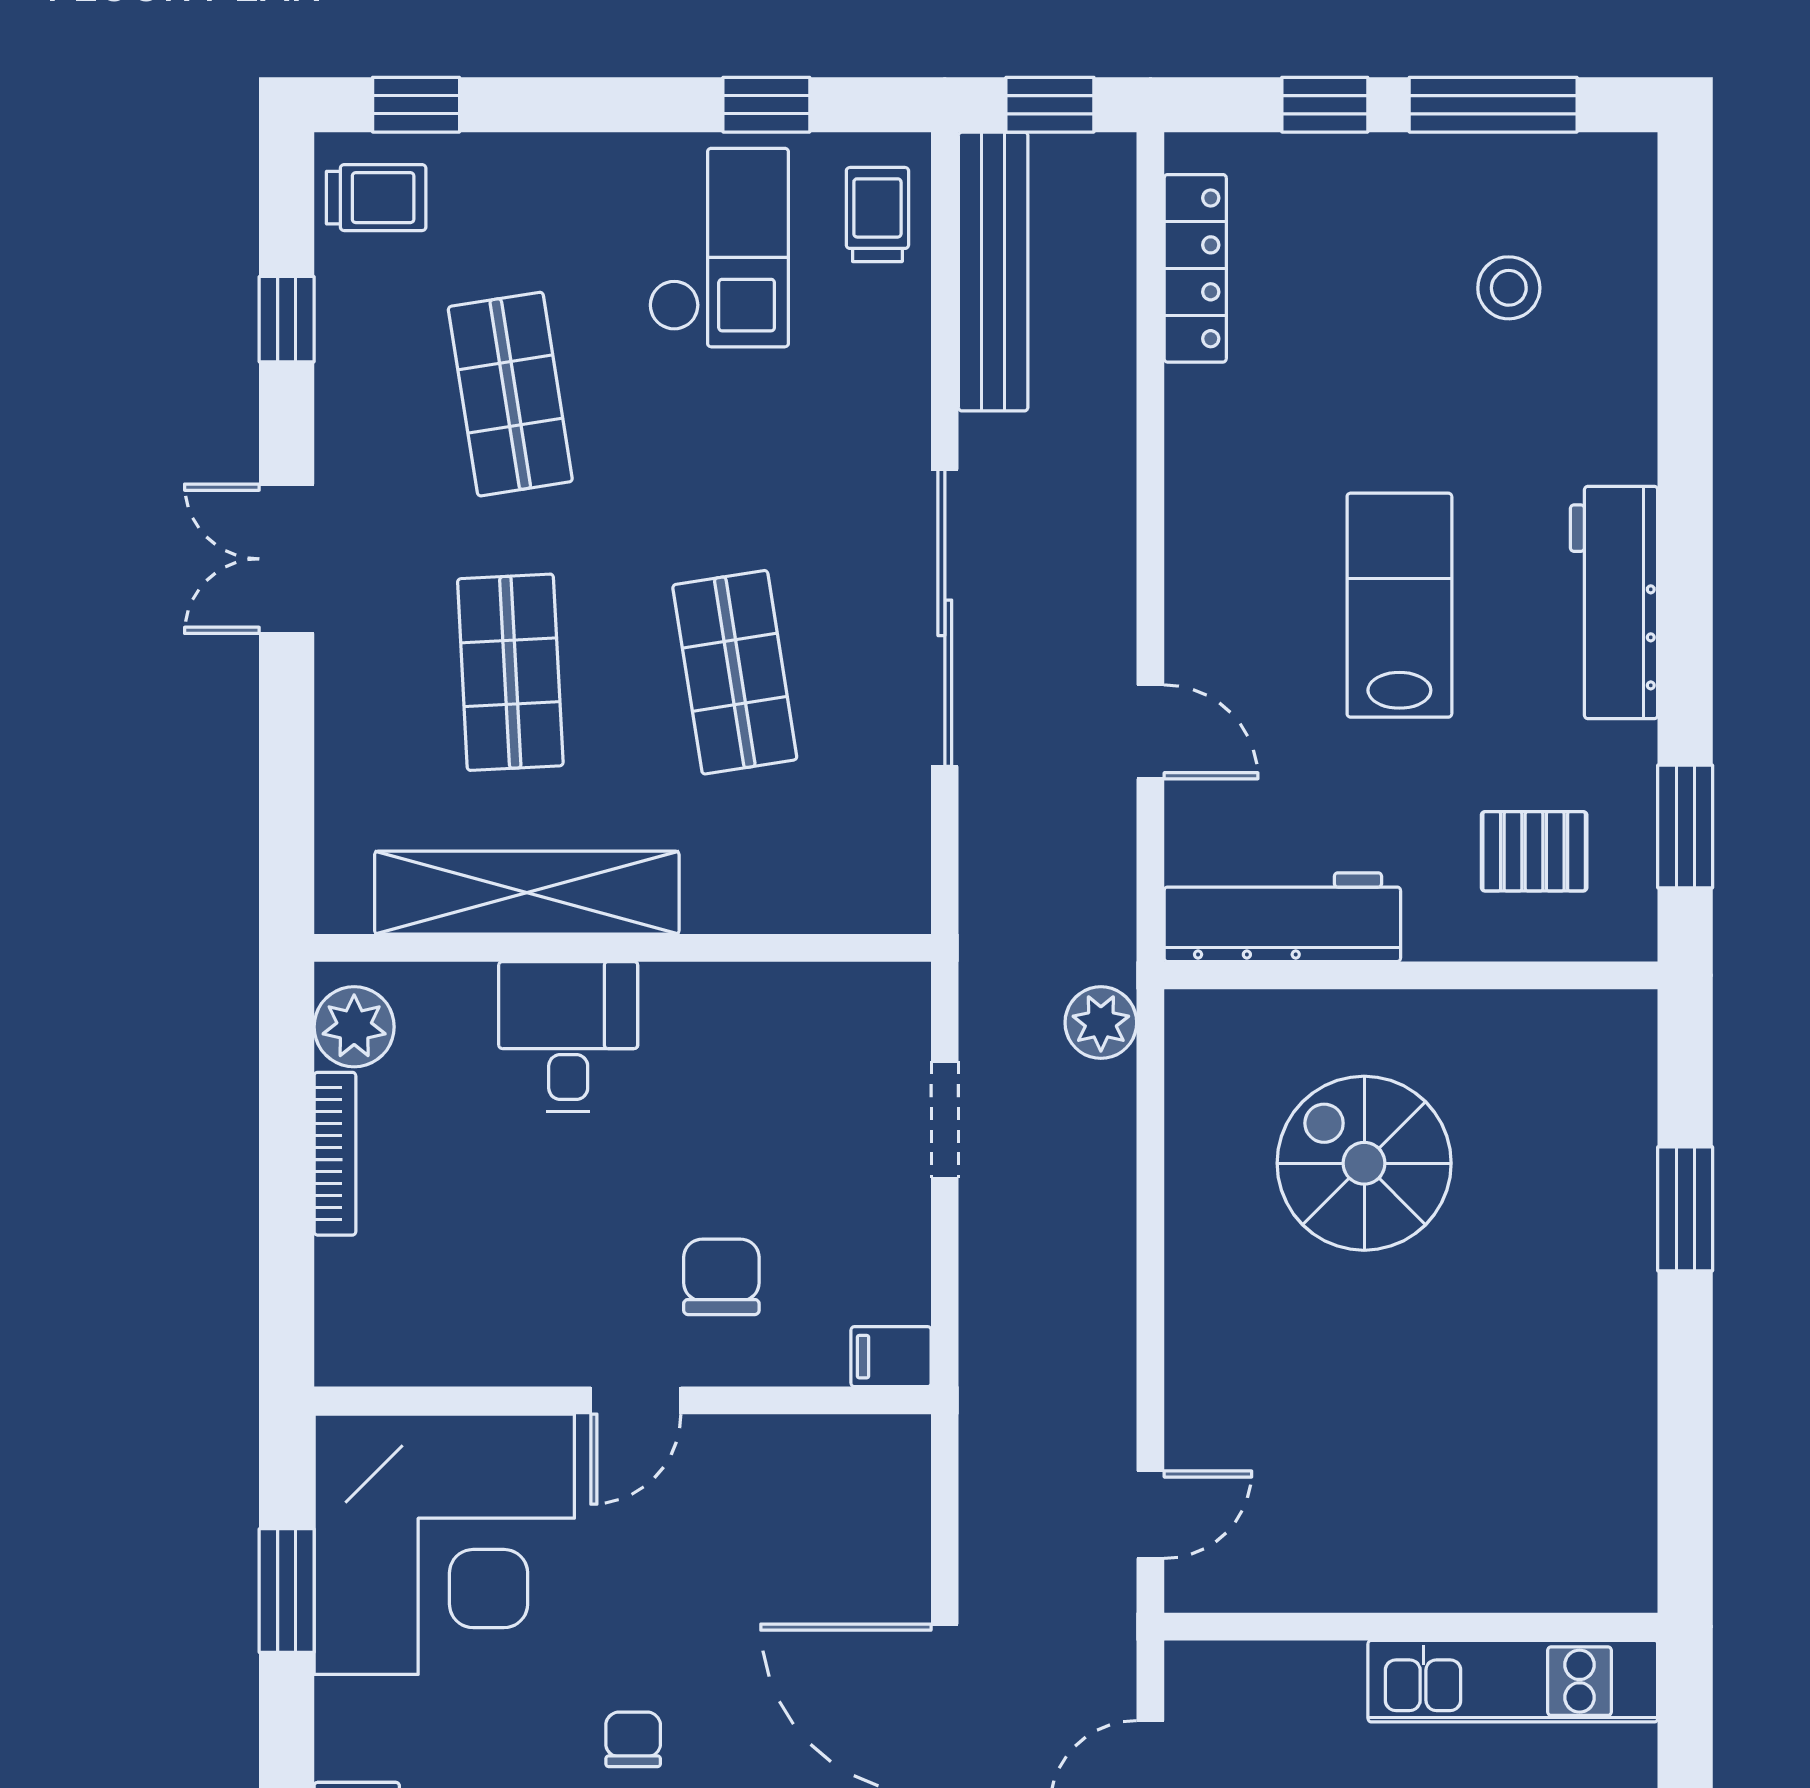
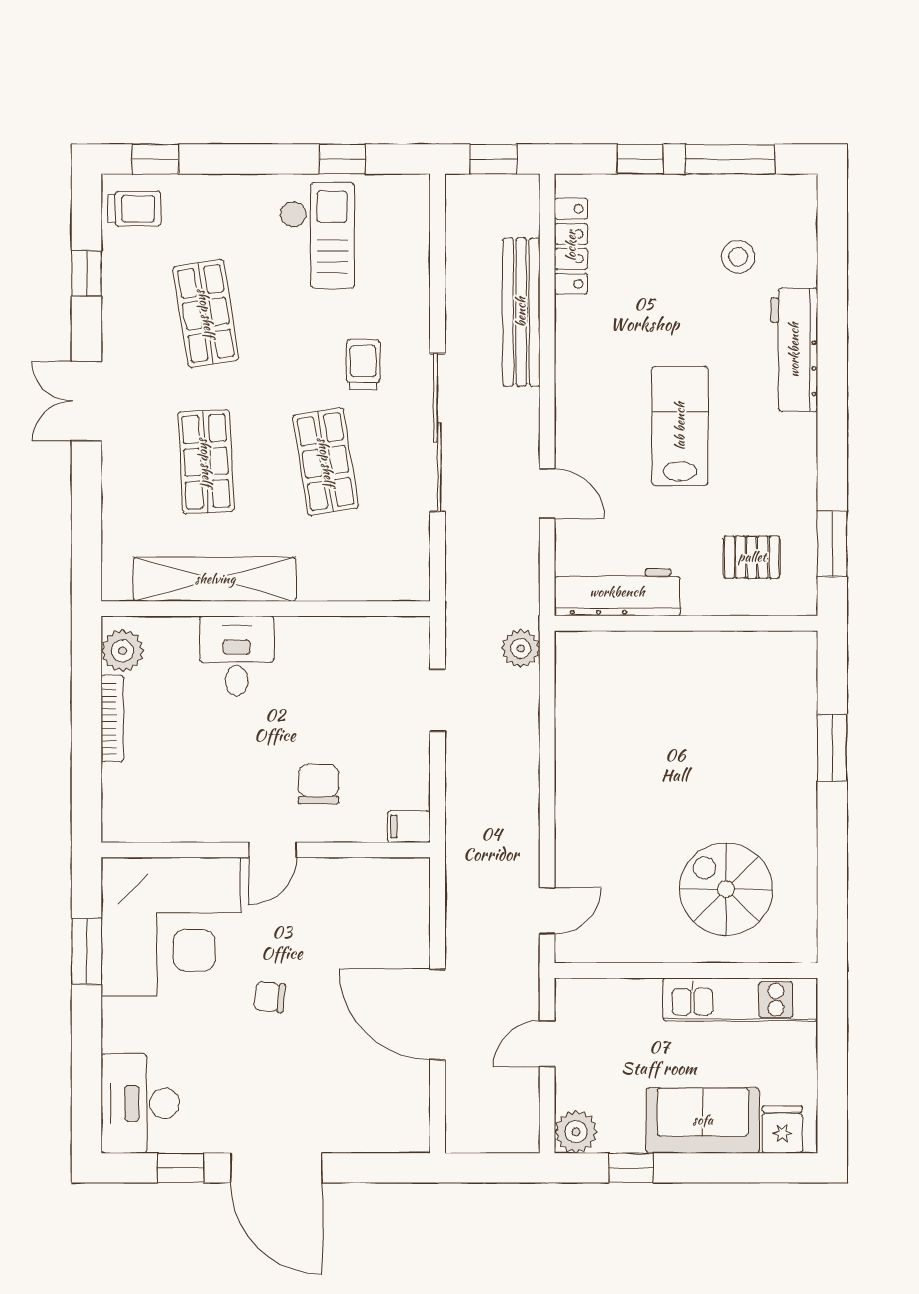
trolley: (877, 215) -> (363, 365), moved
bench: (993, 272) -> (521, 312), moved
workbench: (1614, 603) -> (794, 350), moved
spiral stairs: (1364, 1163) -> (726, 889), moved
chair: (633, 1739) -> (270, 997), moved, turned -84

